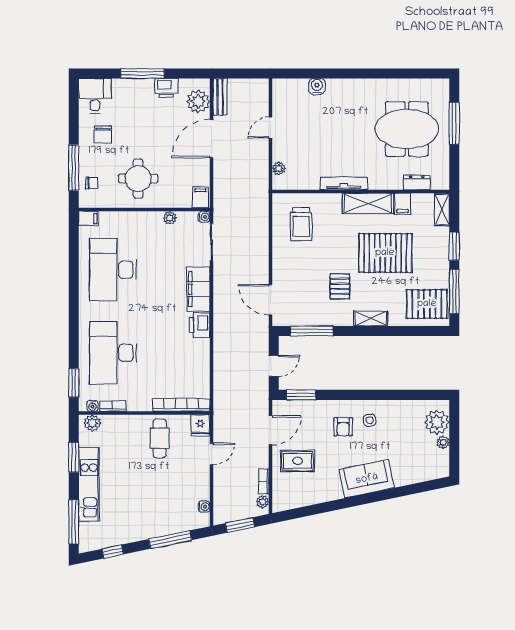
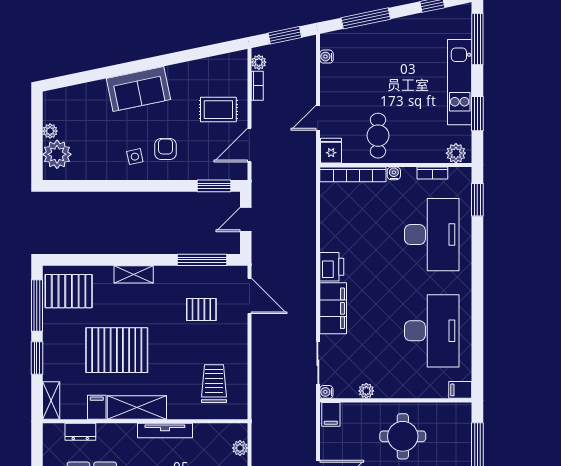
chair: (92, 183) -> (456, 431), removed
pallet: (340, 286) -> (201, 310), moved, turned 90
water cooler: (93, 406) -> (394, 173), moved

